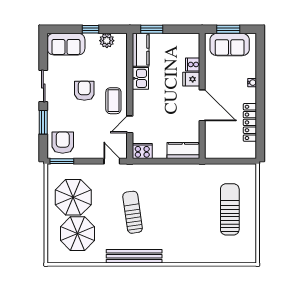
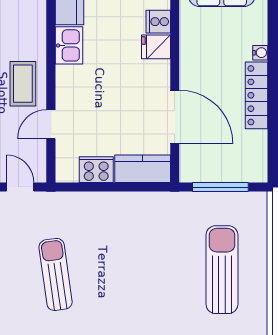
door: (202, 105) -> (175, 117), moved
locker: (250, 122) -> (256, 95), moved
cooker: (142, 151) -> (96, 170), moved
window: (229, 161) -> (220, 187), added

